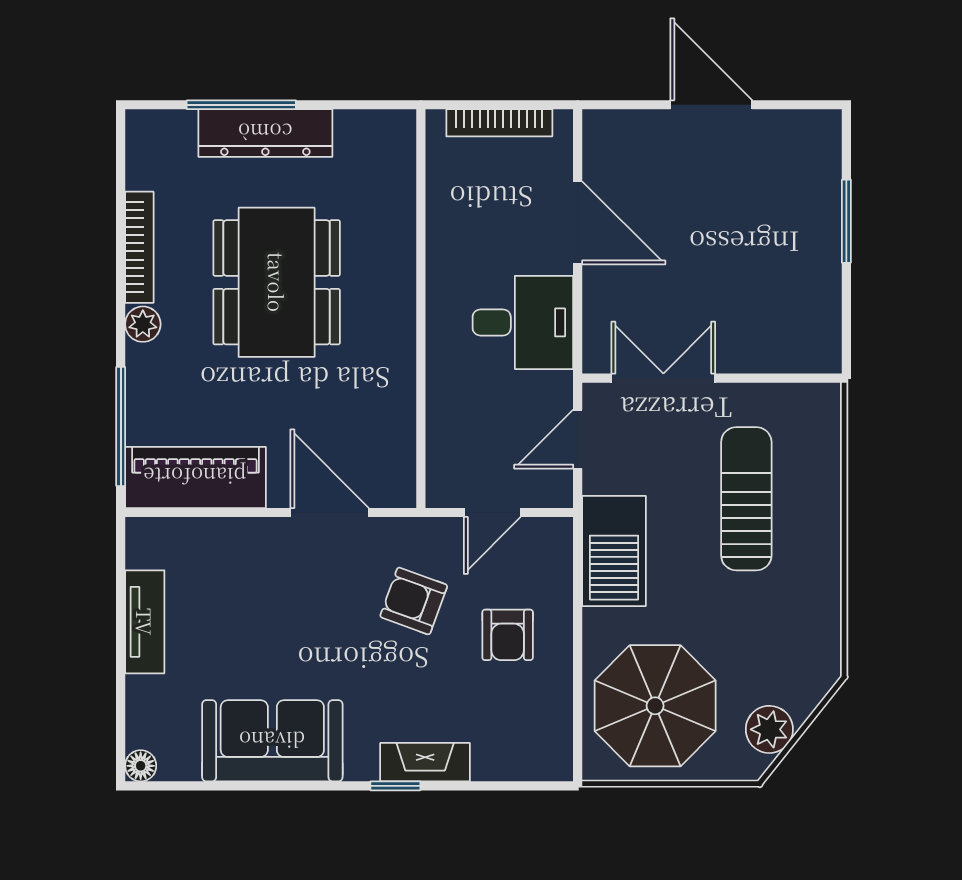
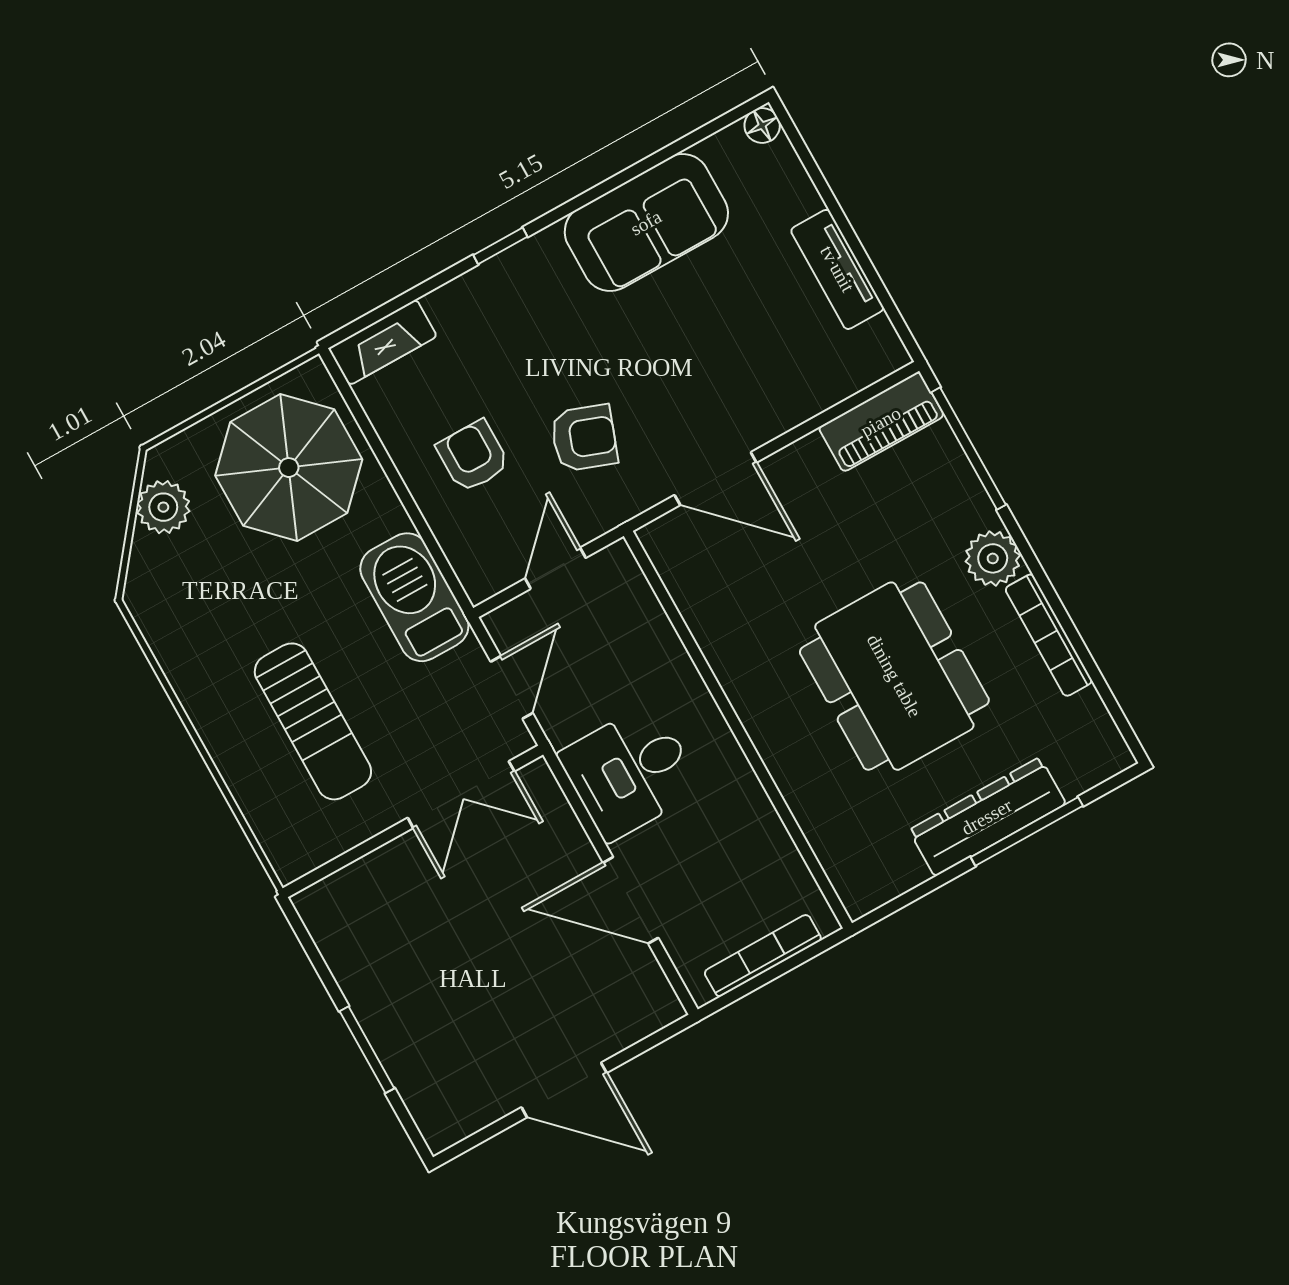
plant: (143, 324) -> (993, 558), width x1.38, depth x1.38
piano: (195, 477) -> (881, 422), width x0.73, depth x0.75
fireplace: (425, 762) -> (383, 342), moved

